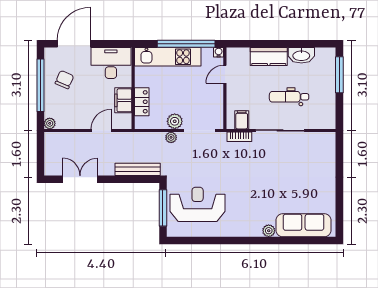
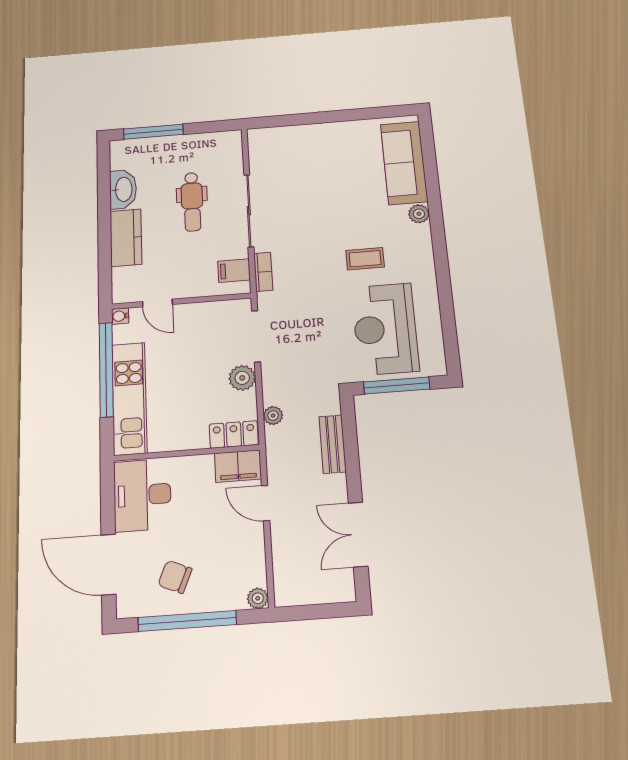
filing cabinet: (123, 100) -> (238, 466), moved
locker: (142, 102) -> (234, 434), moved
plant: (171, 137) -> (273, 416), moved
bench: (138, 169) -> (333, 444), width x0.73
coffee table: (242, 197) -> (365, 259), added

